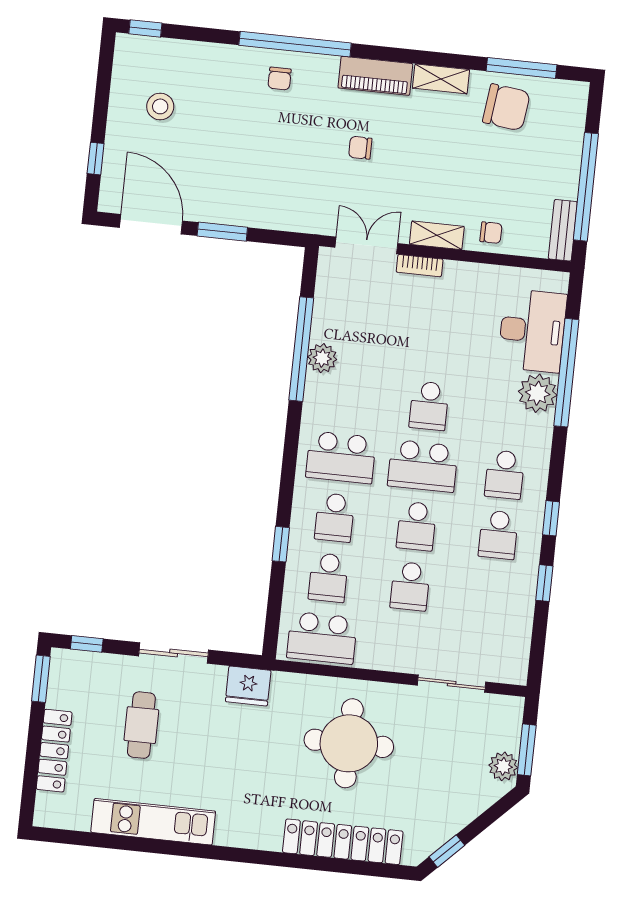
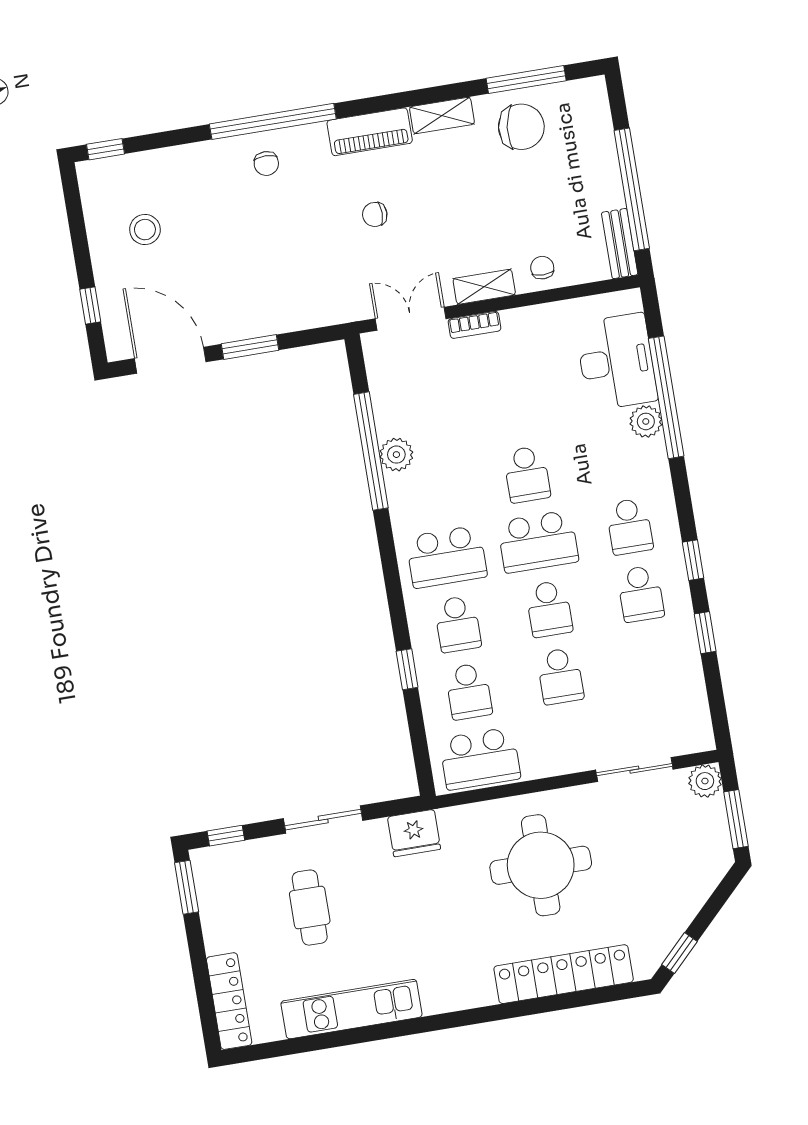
chair: (491, 233) -> (542, 268), turned -90
plant: (538, 393) -> (646, 421), width x0.73, depth x0.73
locker: (54, 751) -> (229, 1001), moved
plant: (503, 766) -> (705, 781), moved

